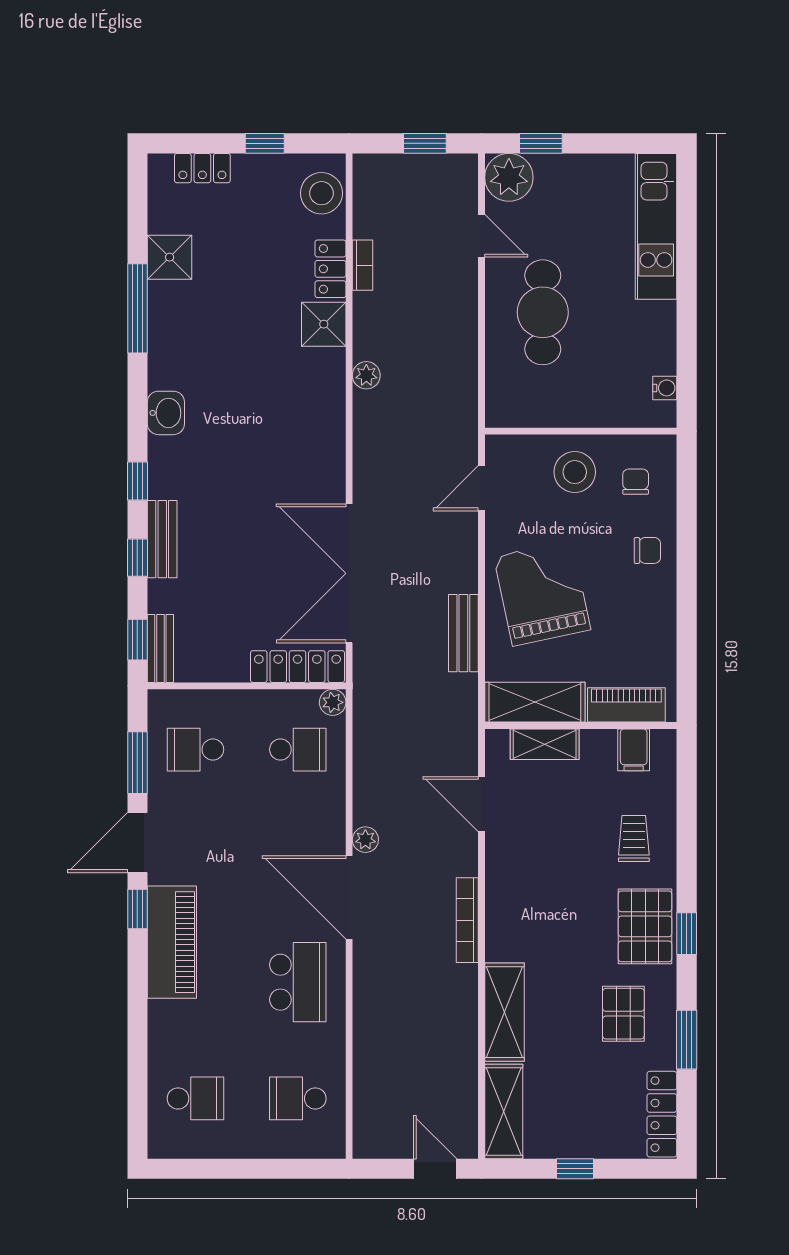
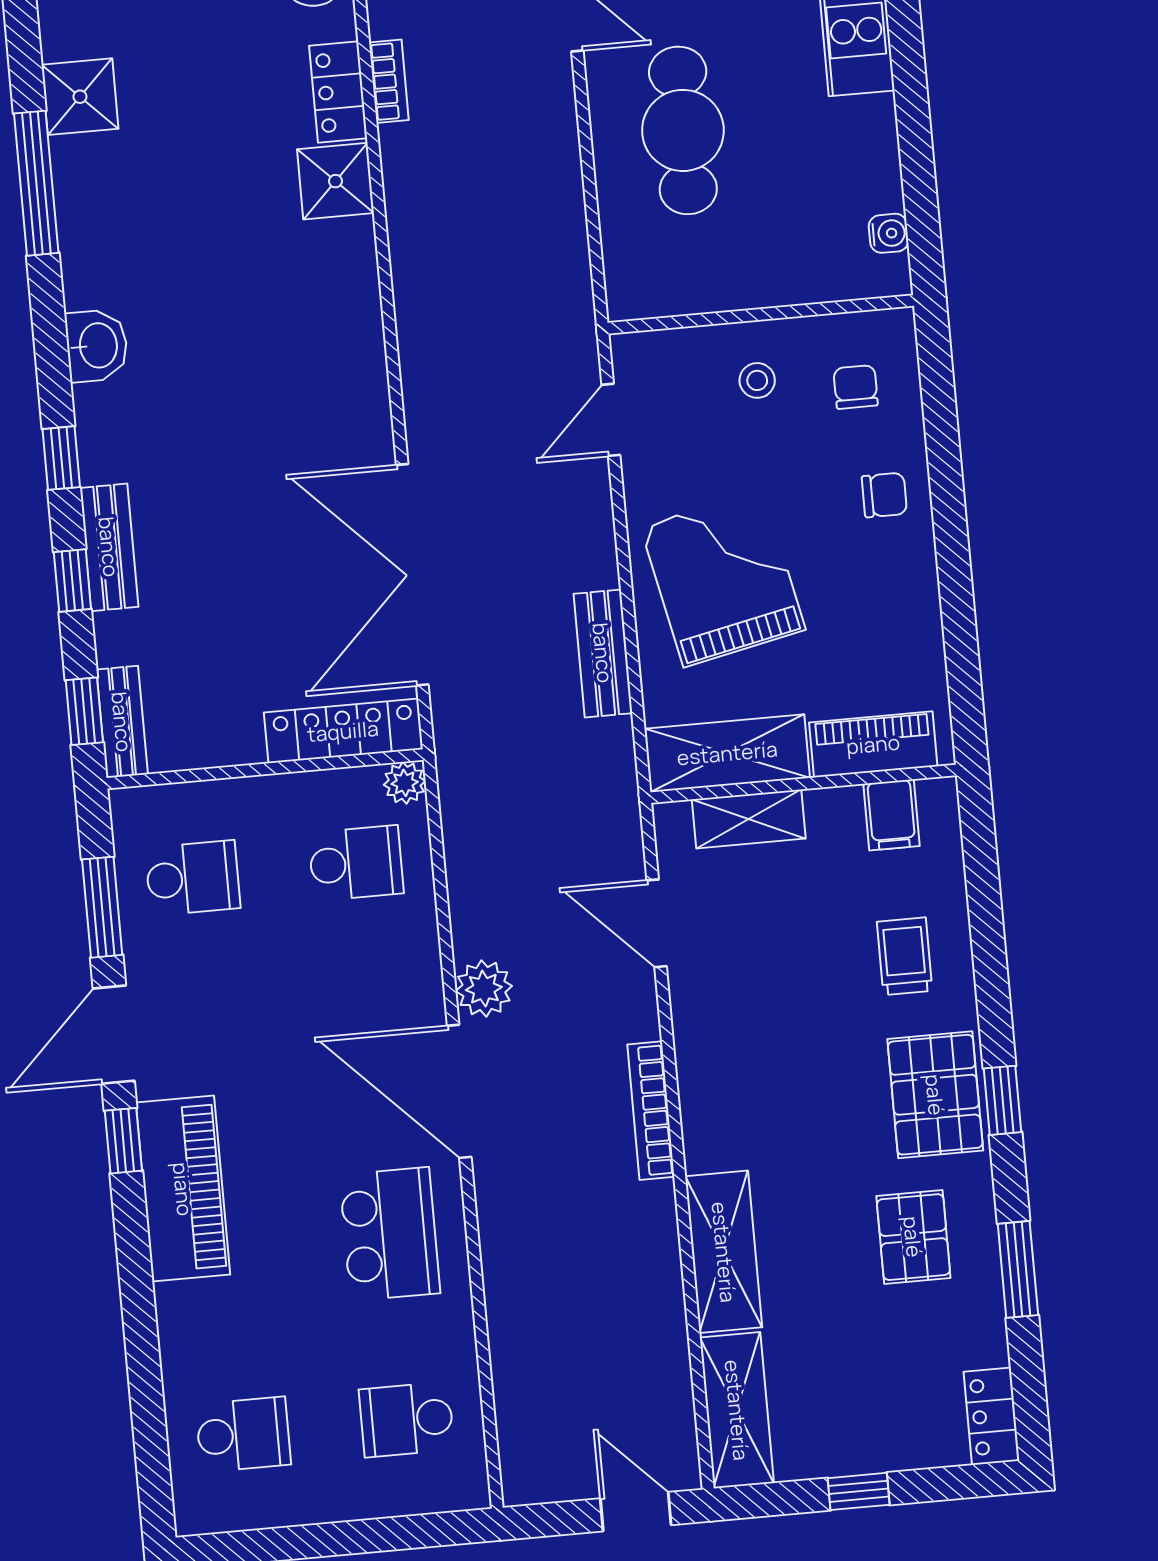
plant: (366, 375) -> (411, 256), removed
stool: (575, 472) -> (757, 380), width x0.53, depth x0.53
school desk: (195, 750) -> (193, 878), turned 180
plant: (365, 840) -> (484, 989), width x1.38, depth x1.38
locker: (662, 1114) -> (992, 1416), width x0.66

